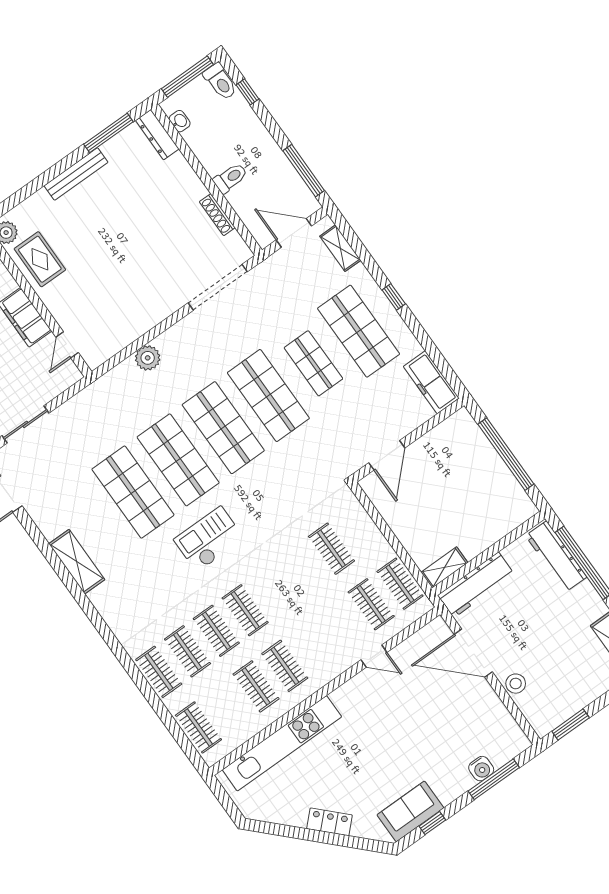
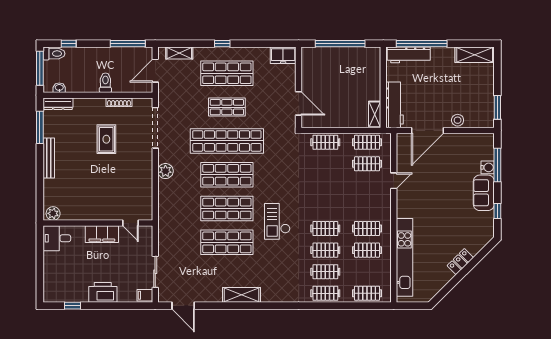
rug: (40, 259) -> (106, 139), moved, turned 90
plant: (148, 358) -> (165, 171), moved
freezer: (431, 382) -> (283, 55), width x0.71
shop shelf: (268, 395) -> (227, 141), width x1.40
clothes rail: (331, 549) -> (325, 142), moved
sofa: (410, 811) -> (484, 193), moved

